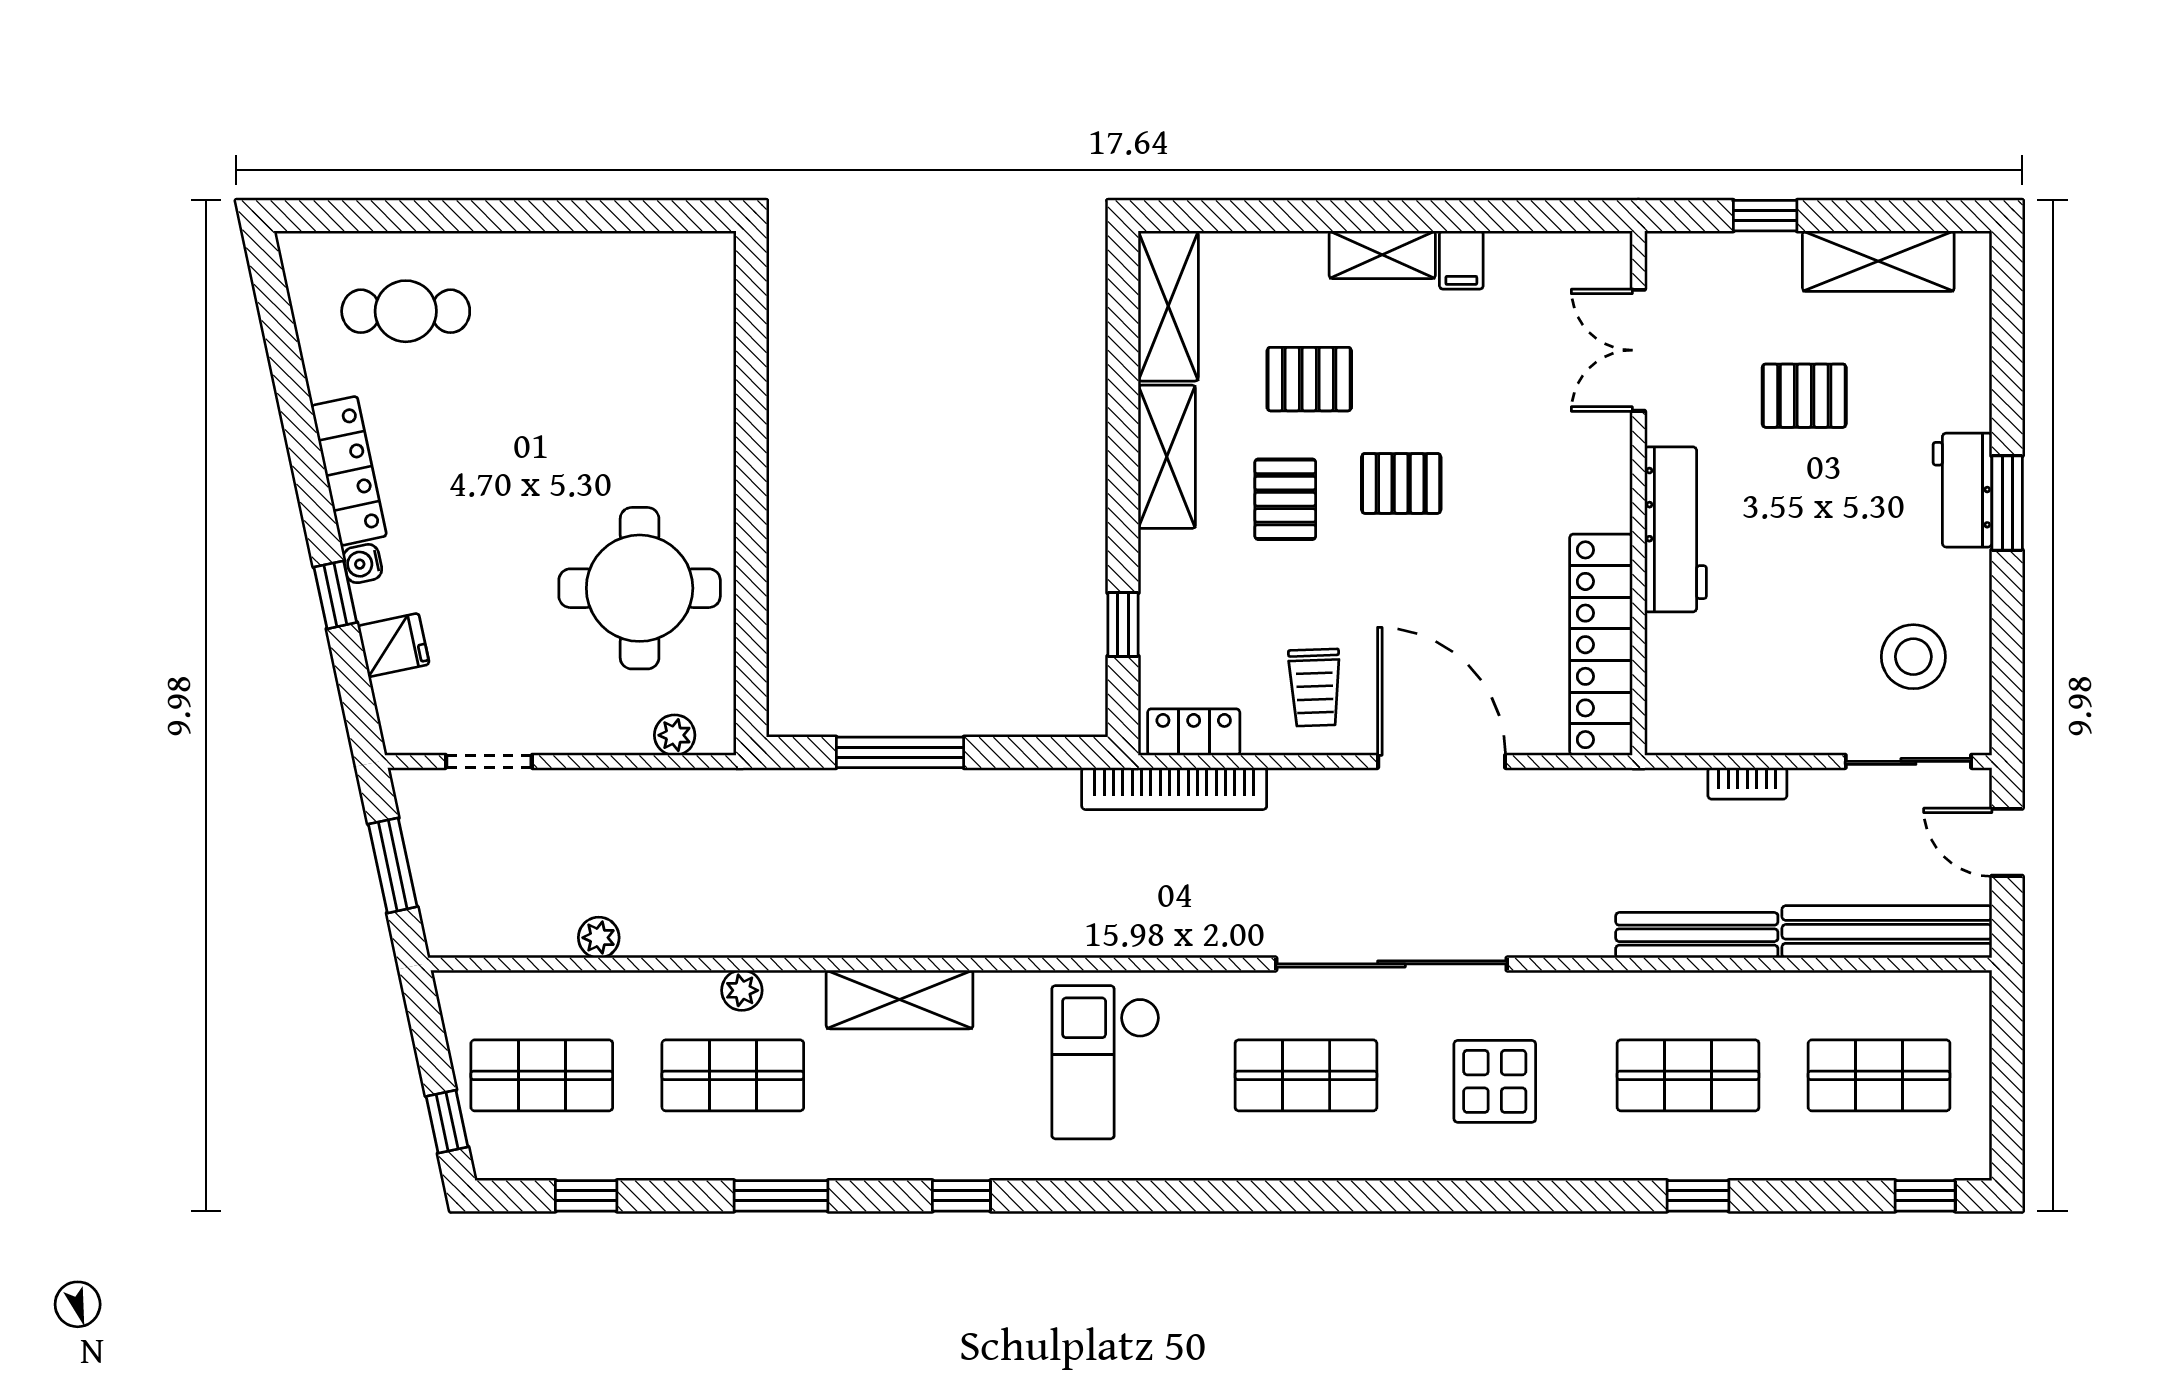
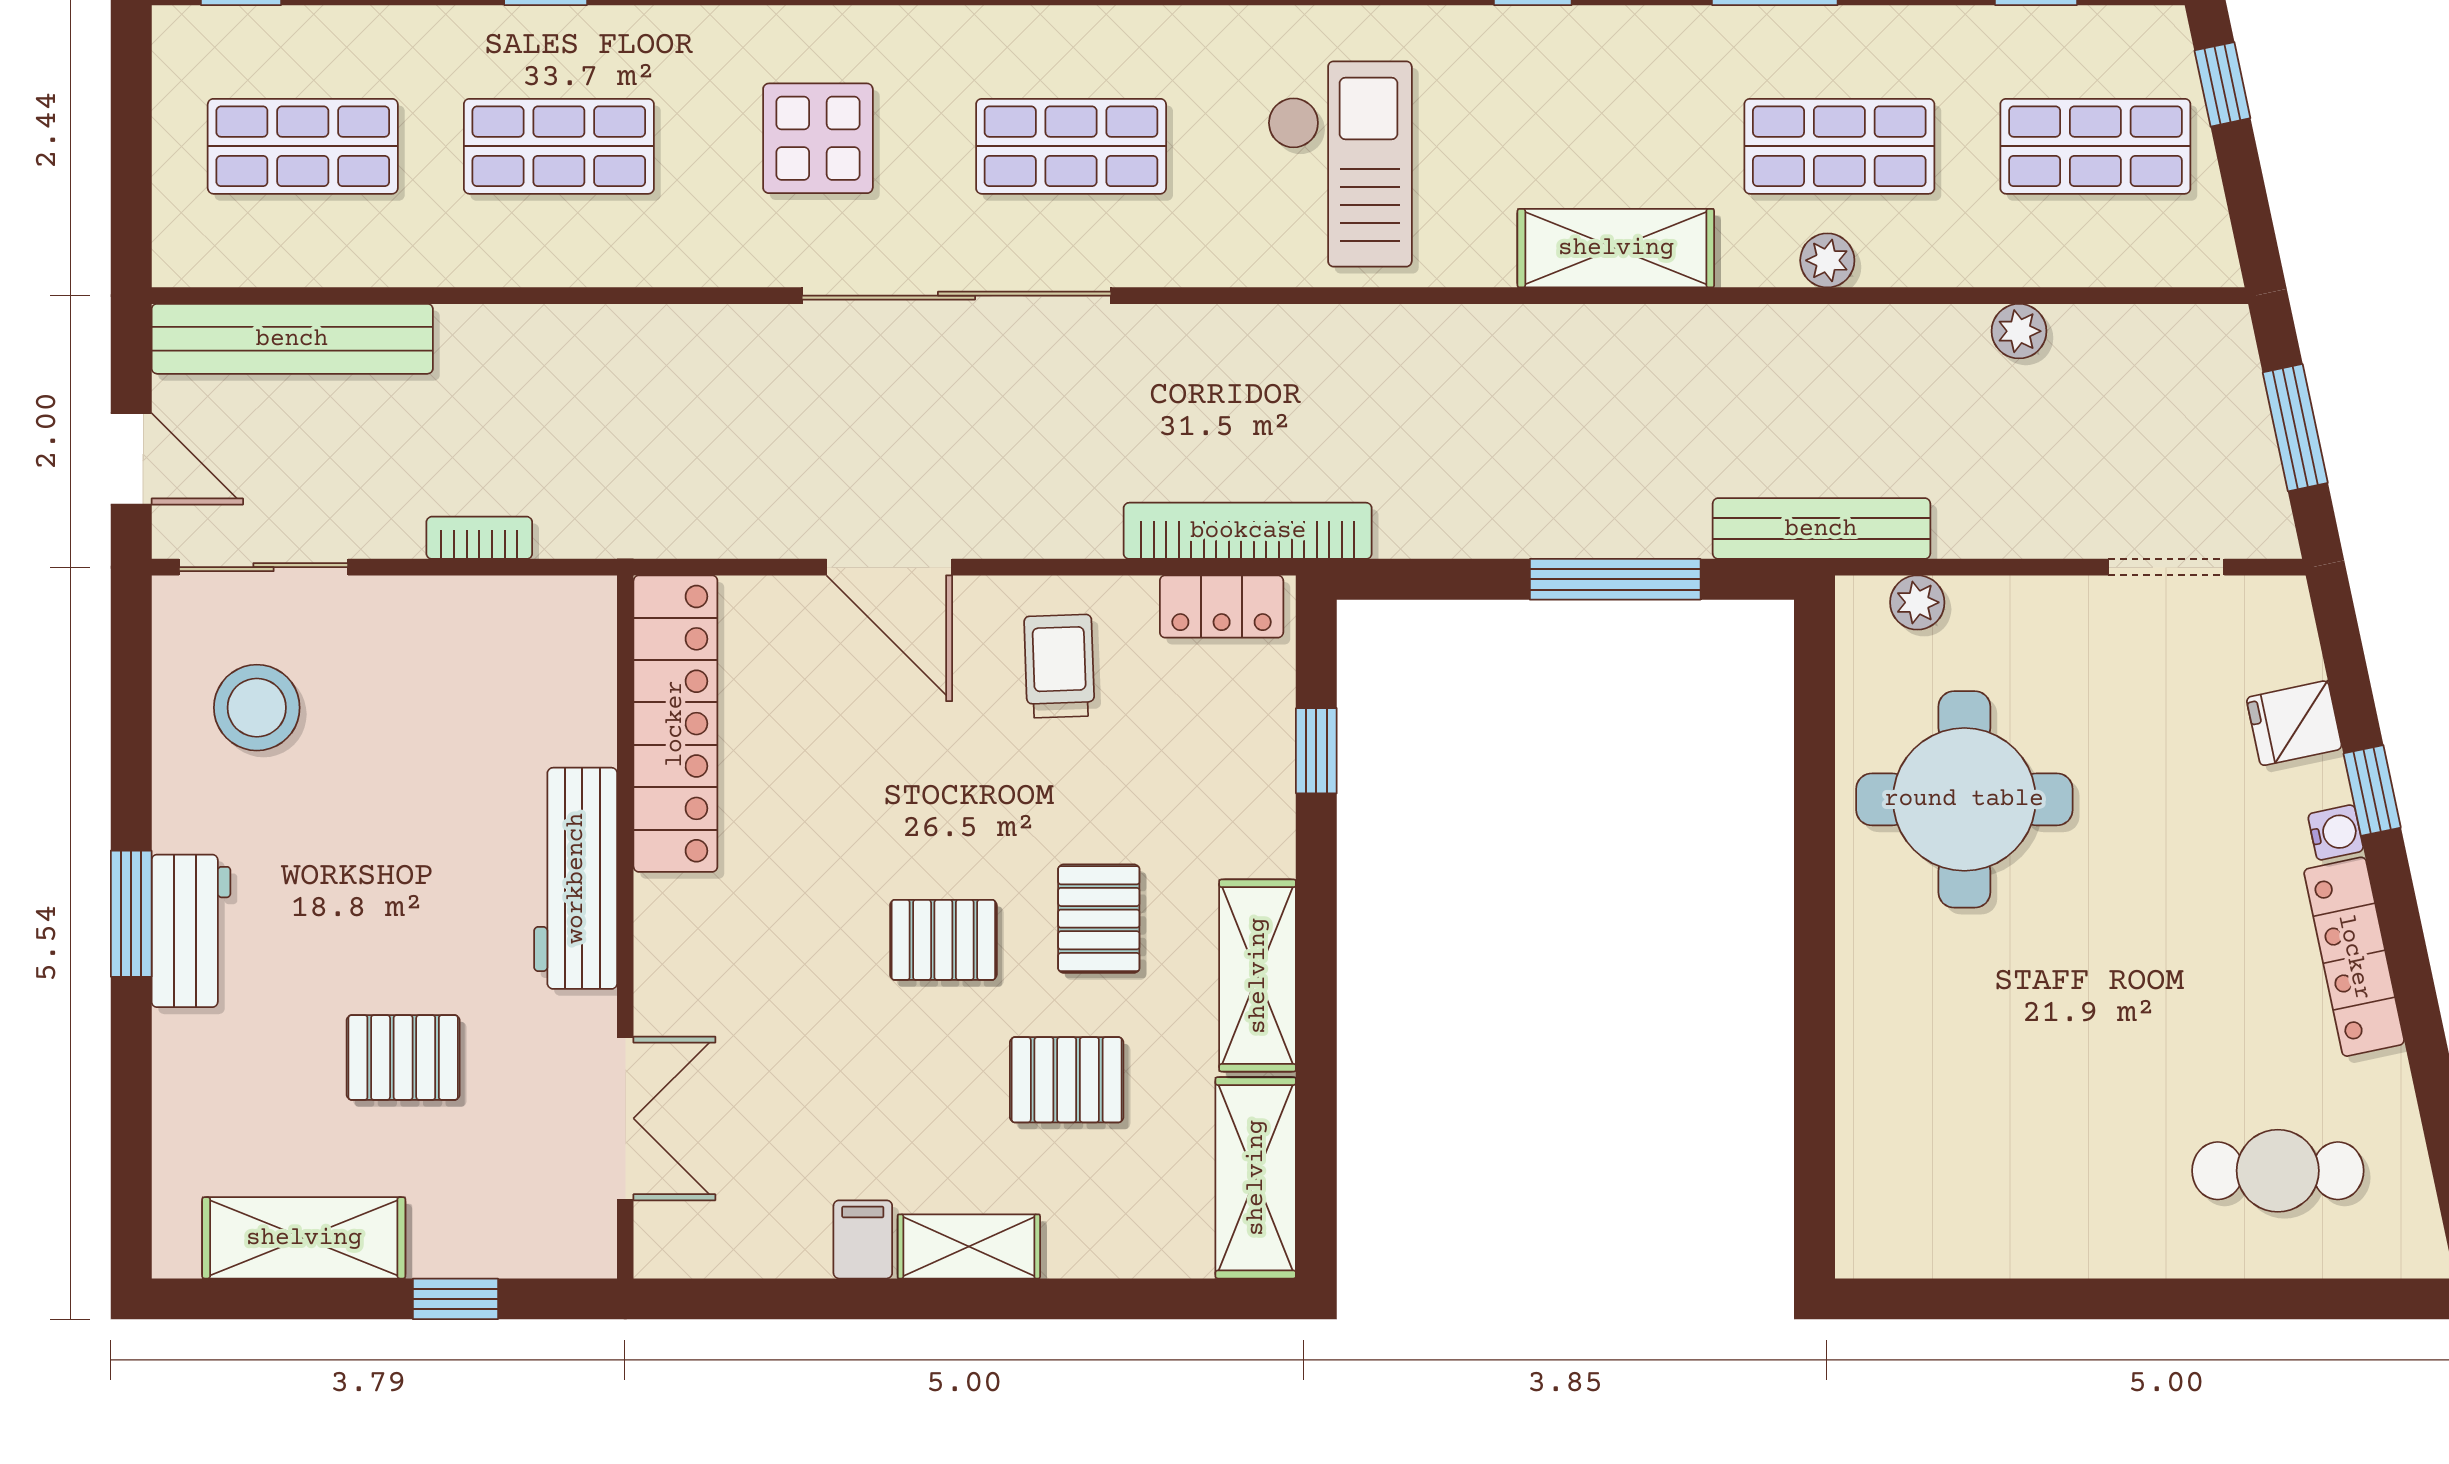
door: (1442, 761) -> (889, 567), width x0.73
bench: (1697, 935) -> (1821, 529), moved

